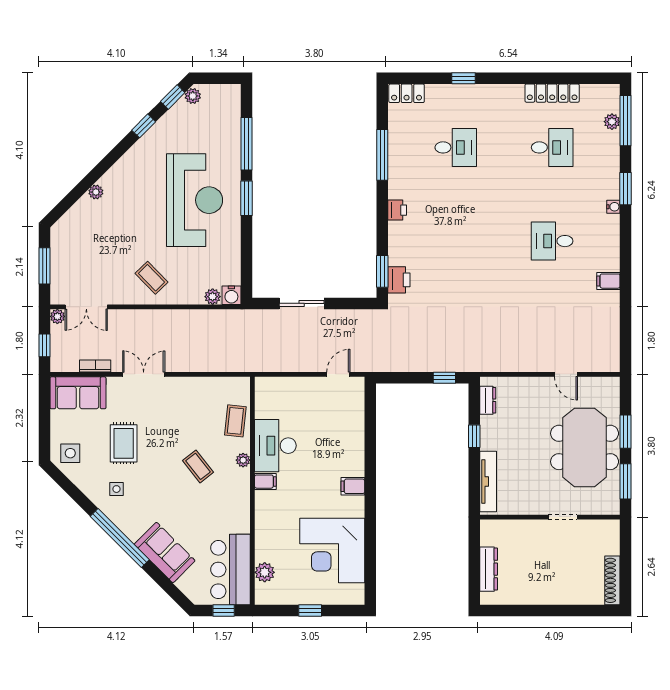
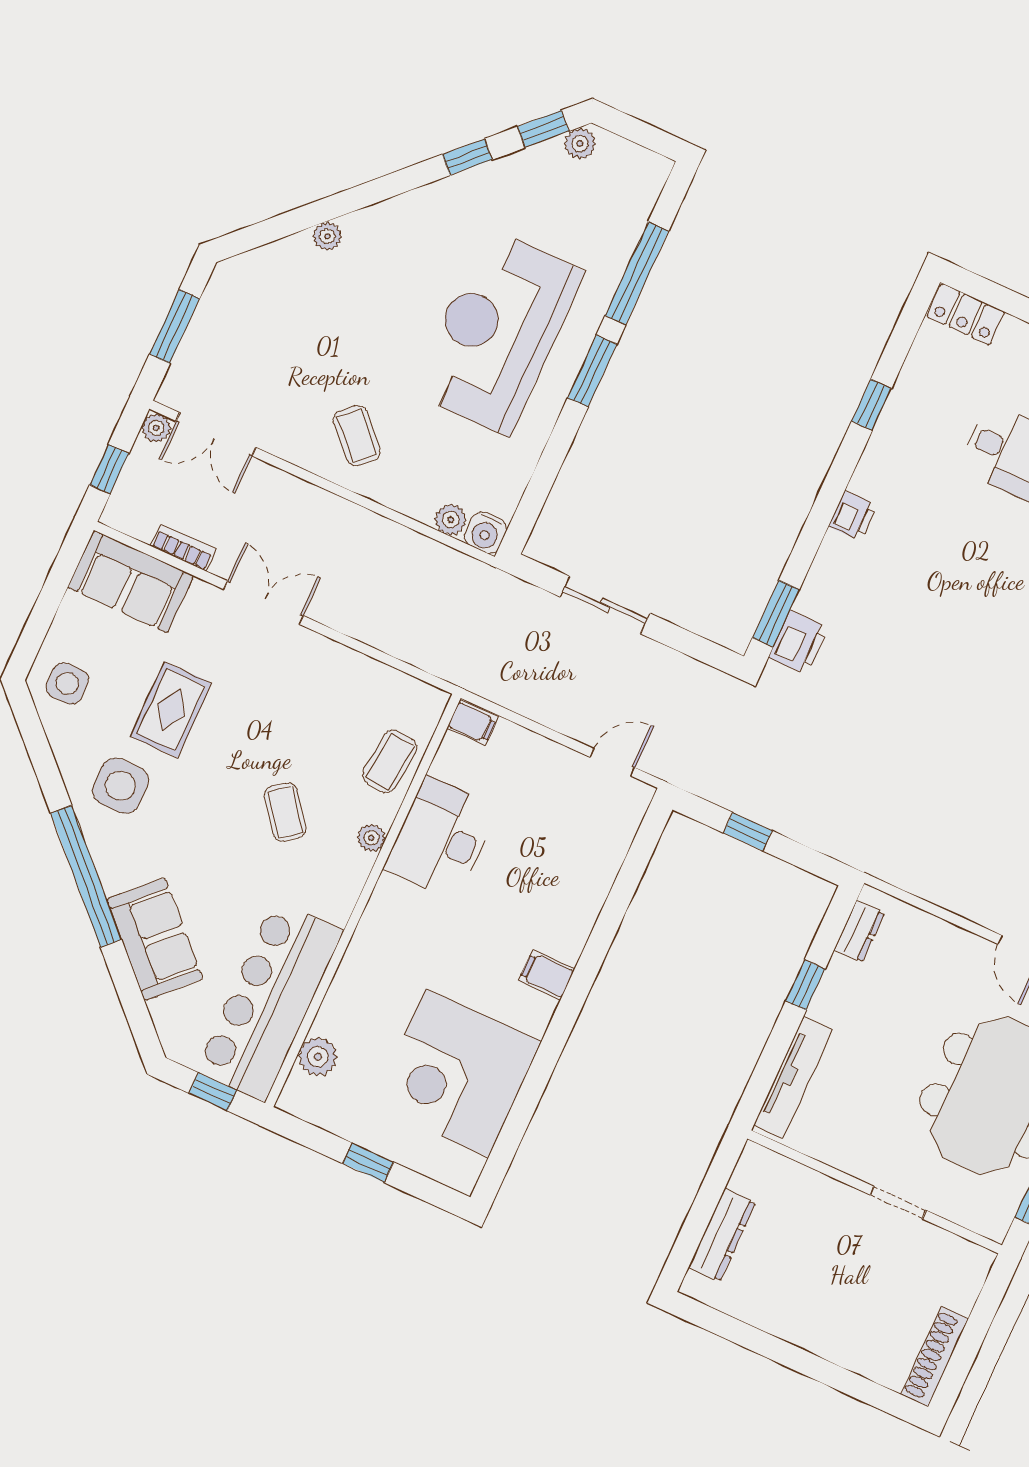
window: (382, 155) -> (871, 405), width x0.46
reception desk: (195, 200) -> (498, 332), turned 180
window: (444, 378) -> (748, 832), moved
filing cabinet: (265, 482) -> (472, 723), moved
side table: (116, 489) -> (120, 786), width x1.87, depth x1.87
bar counter: (231, 570) -> (269, 1001), width x1.36

